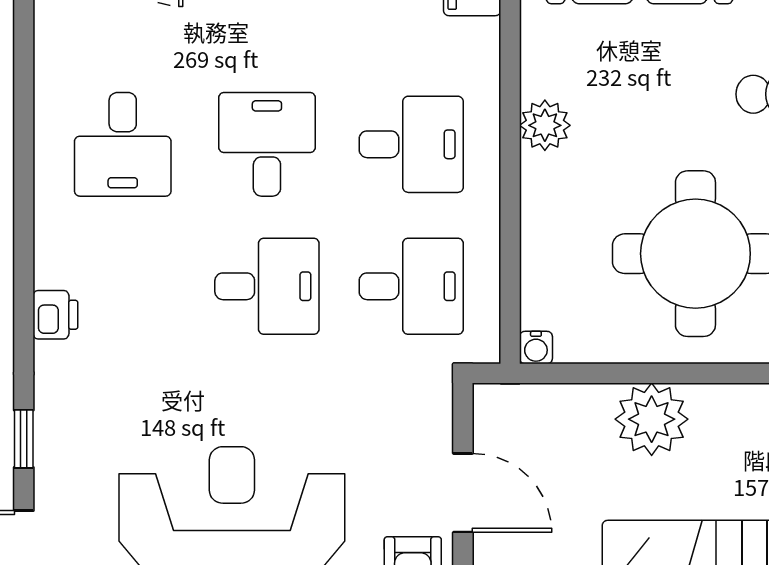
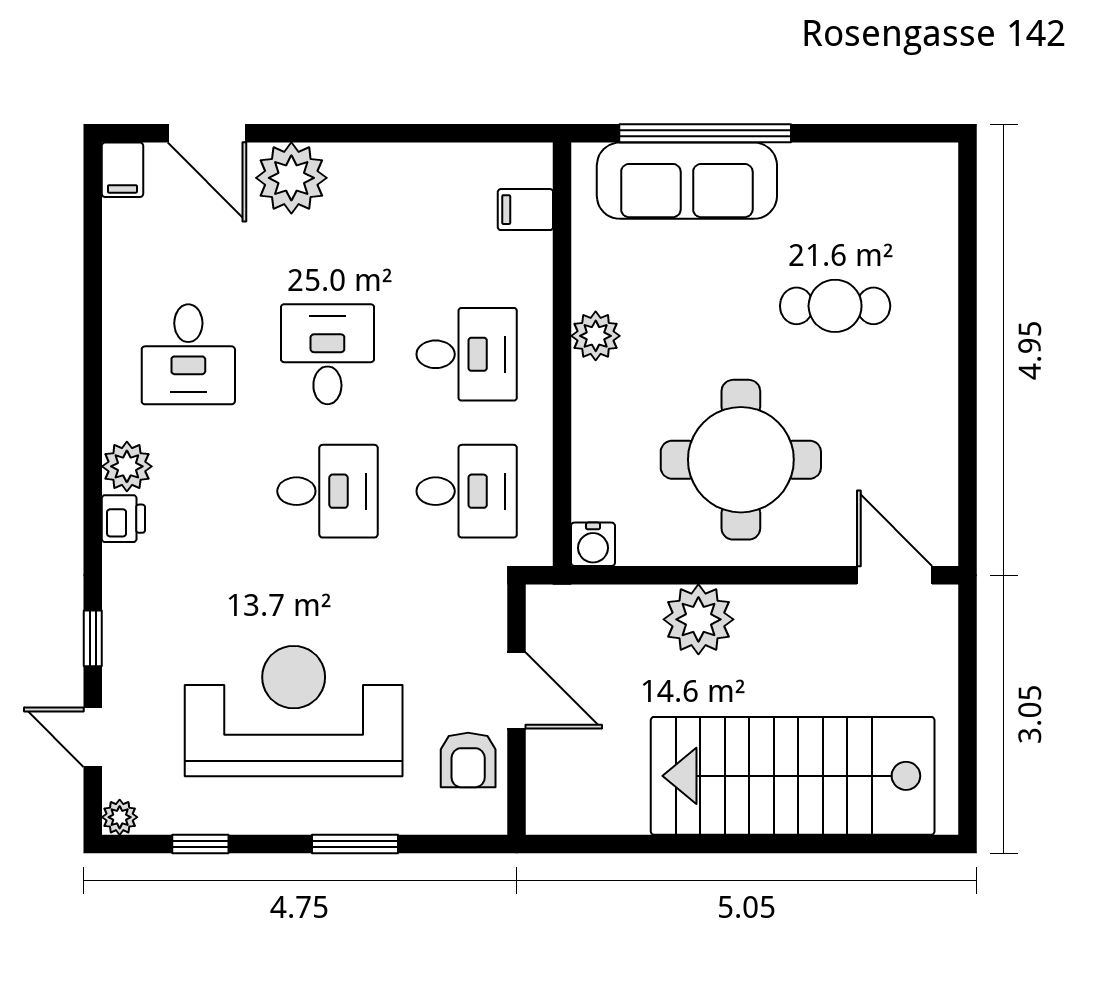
plant: (59, 261) -> (127, 466), added
water cooler: (536, 348) -> (593, 544), width x1.38, depth x1.38

